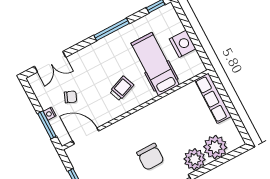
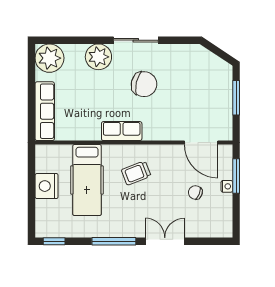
double door: (50, 62) -> (165, 241), moved
row of seats: (149, 113) -> (122, 131), added
plant: (215, 147) -> (49, 58), moved
chair: (150, 157) -> (144, 84), turned 103

